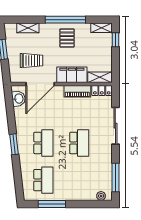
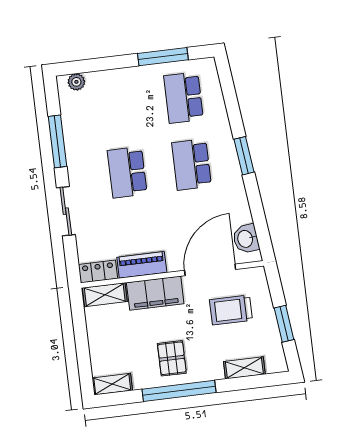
window: (115, 40) -> (85, 366), removed
sliding door: (115, 126) -> (66, 211), width x0.73
window: (115, 177) -> (57, 141), moved

